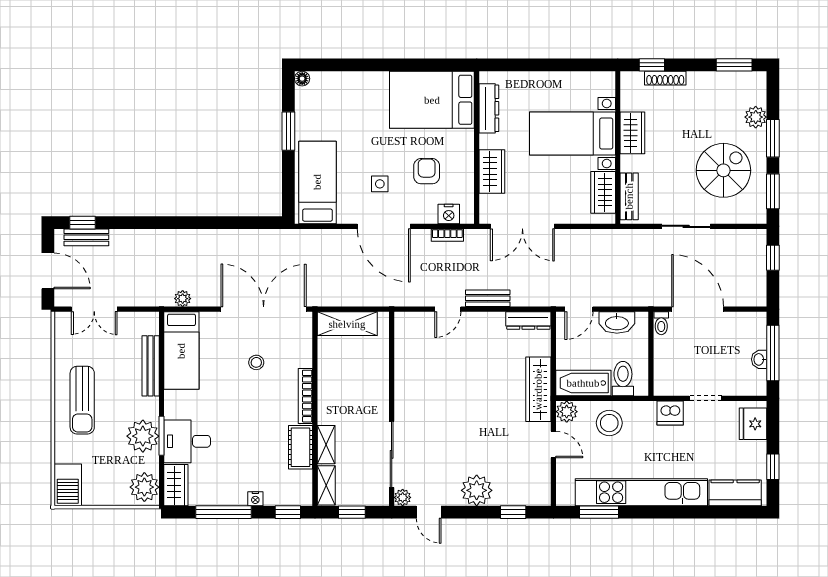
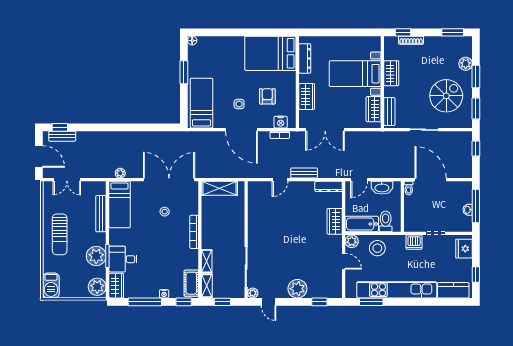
wardrobe: (538, 389) -> (335, 221), width x0.67
cot: (301, 447) -> (191, 283), moved

